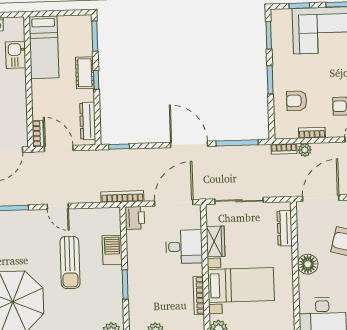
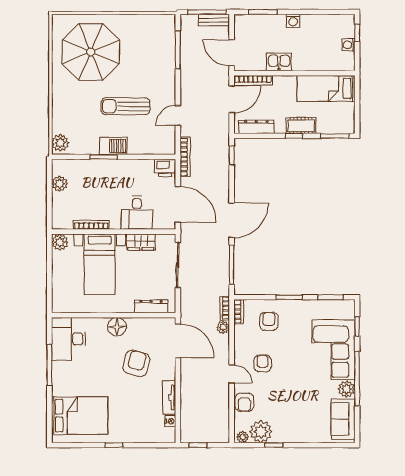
kitchen sink: (16, 55) -> (279, 62), moved
bookcase: (312, 133) -> (239, 312), moved
bookcase: (38, 134) -> (253, 80), width x1.56
door: (58, 206) -> (178, 115), moved
barbecue: (112, 250) -> (113, 146), moved

